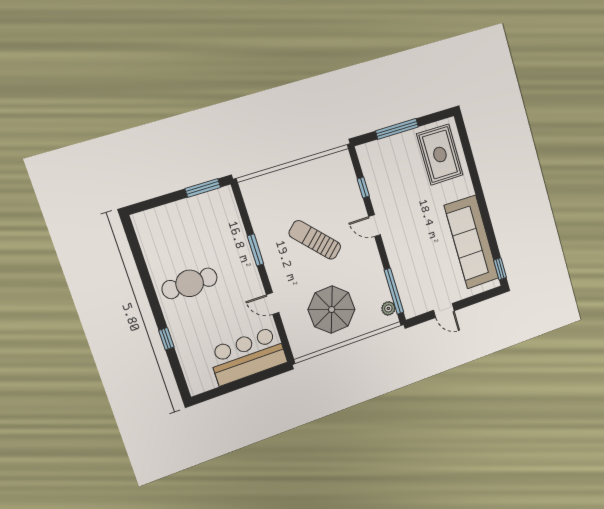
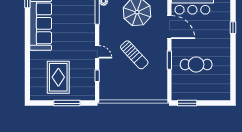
rug: (440, 155) -> (58, 77), moved
cafe table: (190, 283) -> (196, 65), moved
door: (273, 304) -> (169, 27), width x1.88

